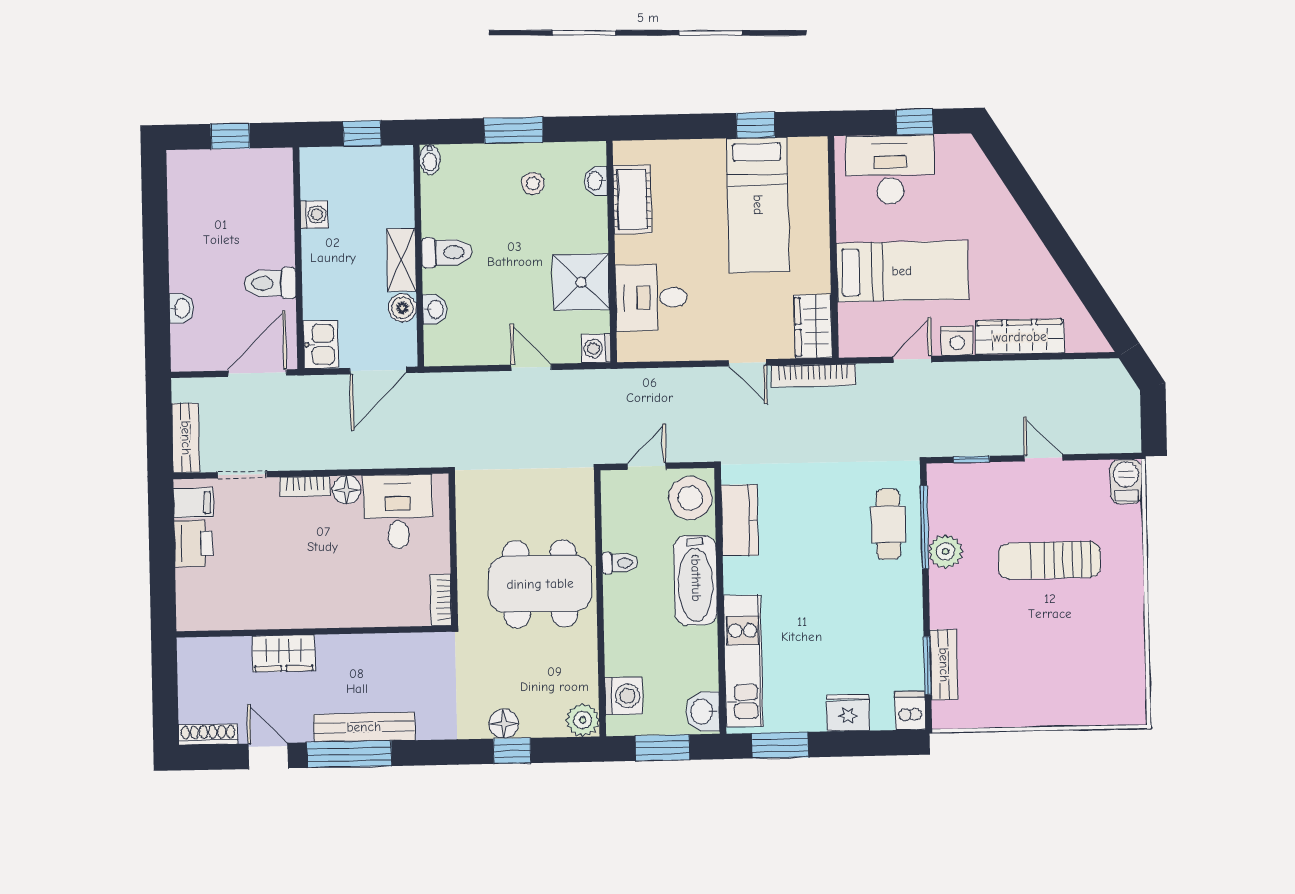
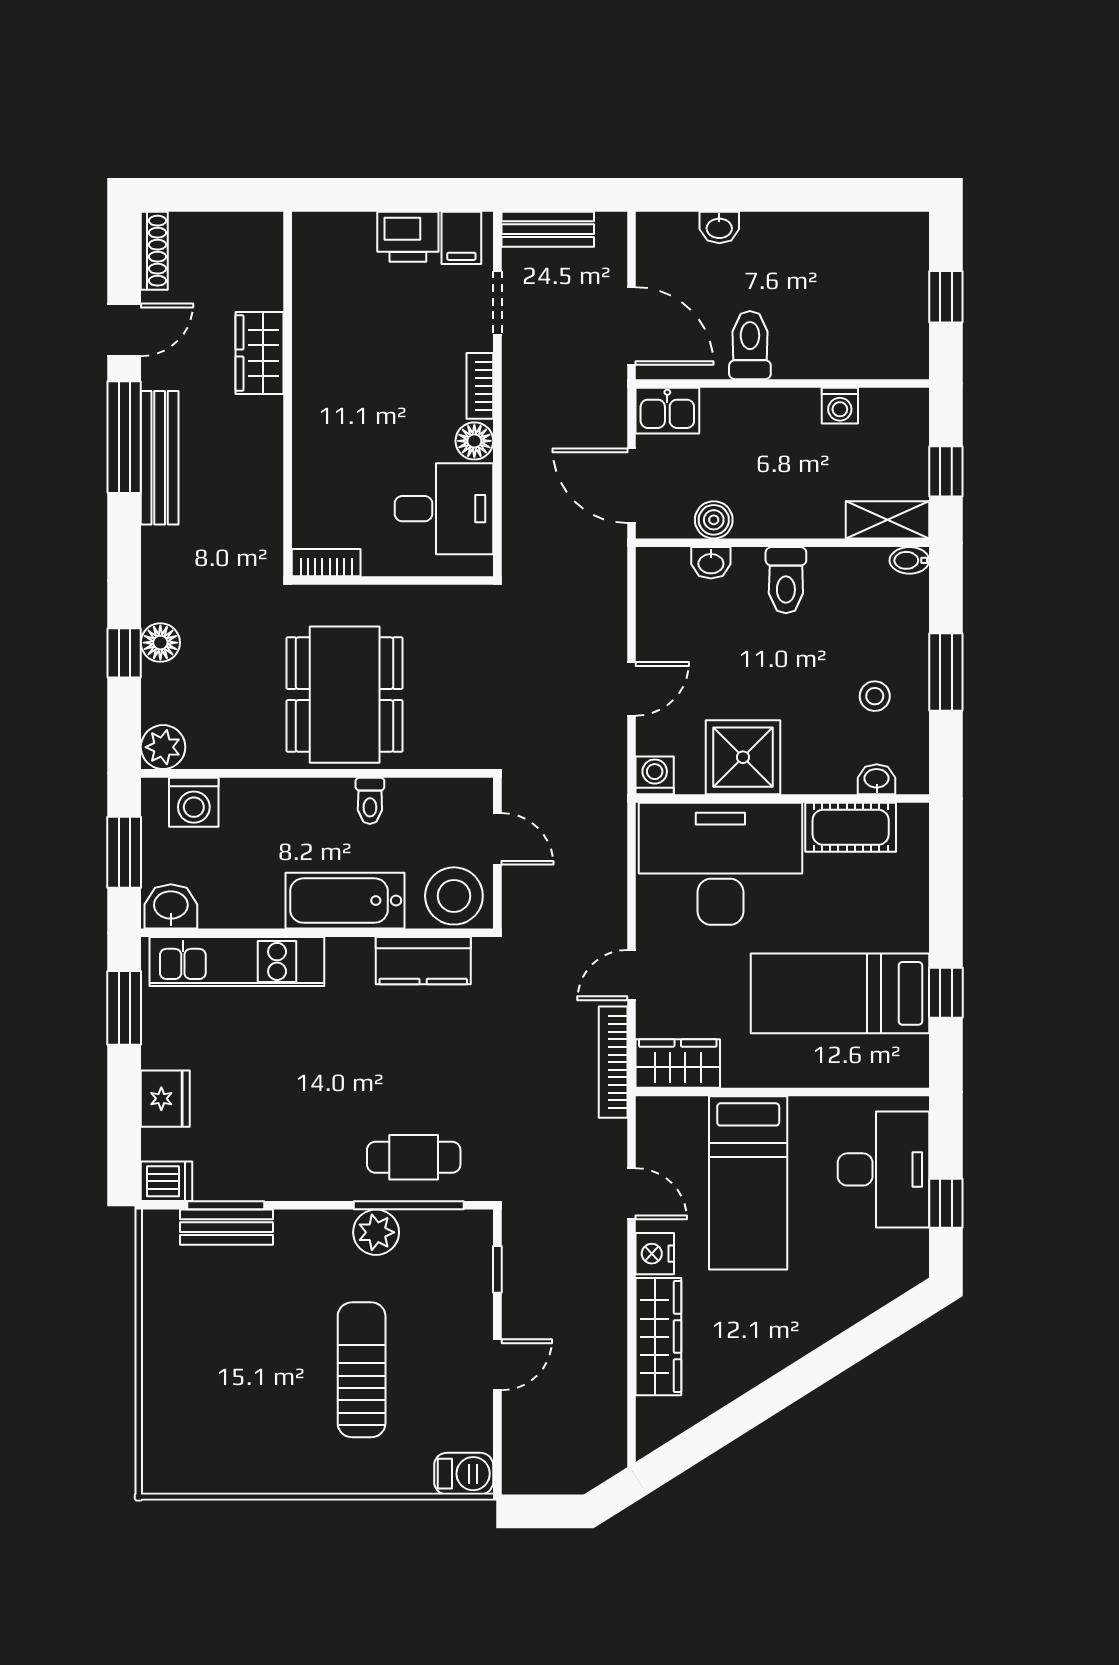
shelving: (401, 260) -> (888, 520), moved
desk: (651, 298) -> (720, 864), width x1.87, depth x1.30

